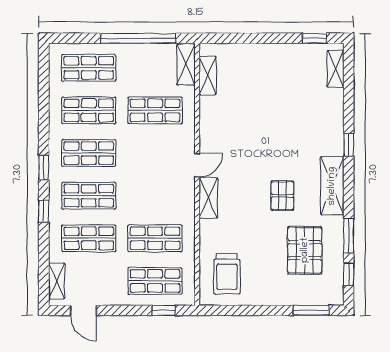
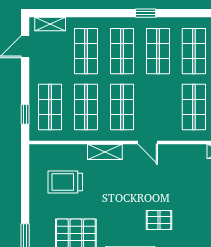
shop shelf: (155, 196) -> (122, 107), added
pallet: (282, 196) -> (159, 220), moved
shelving: (208, 198) -> (105, 152), moved
window: (44, 211) -> (109, 13), removed
trolley: (227, 274) -> (65, 182), moved

